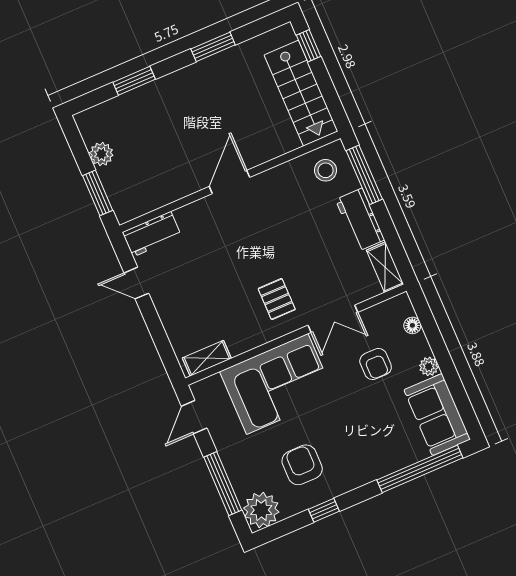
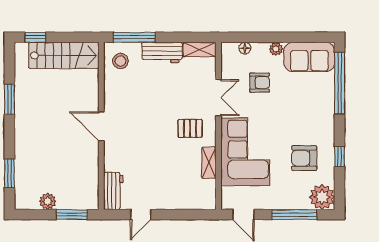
window: (134, 81) -> (9, 173), moved
shelving: (207, 358) -> (209, 163), moved

